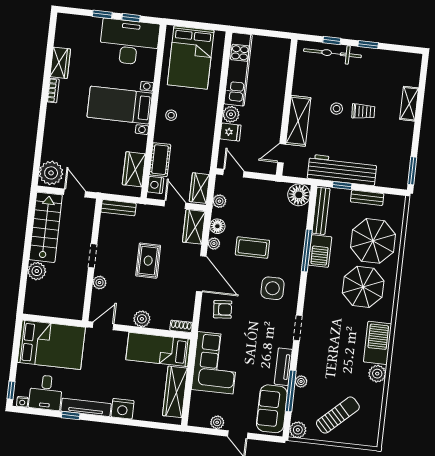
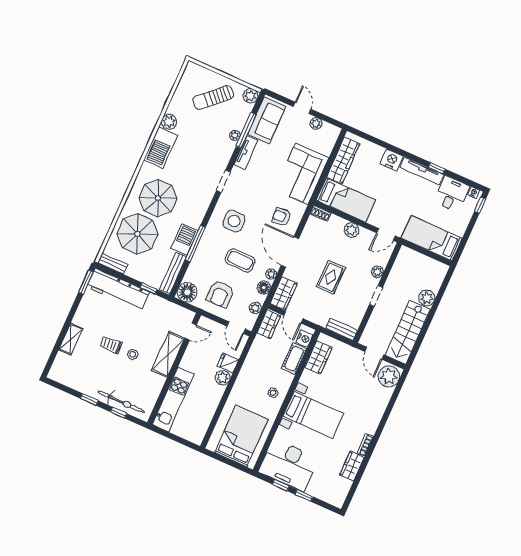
kitchen unit: (238, 69) -> (173, 399), moved, turned 180
workbench: (342, 170) -> (118, 290), moved
bench: (367, 198) -> (113, 264), moved
armchair: (262, 204) -> (220, 294), added
bed: (51, 345) -> (432, 238), width x0.67

